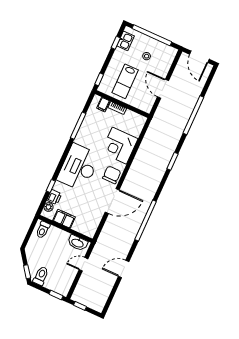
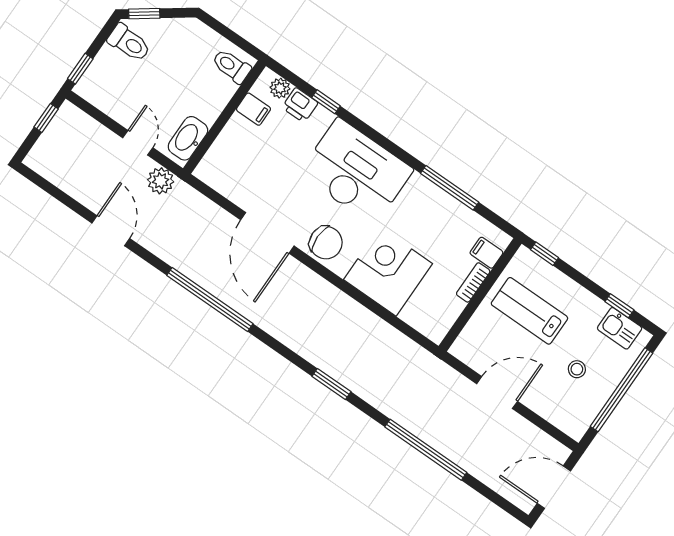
filing cabinet: (64, 219) -> (253, 109), width x0.50
plant: (98, 251) -> (161, 181), added

